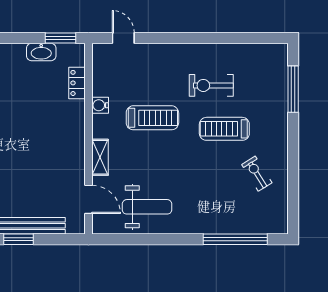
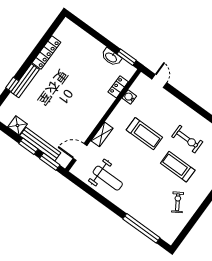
exercise bike: (211, 85) -> (187, 139), turned 180
water cooler: (100, 105) -> (129, 97), moved
door: (88, 199) -> (80, 152), swing flipped
window: (59, 239) -> (50, 162), added

